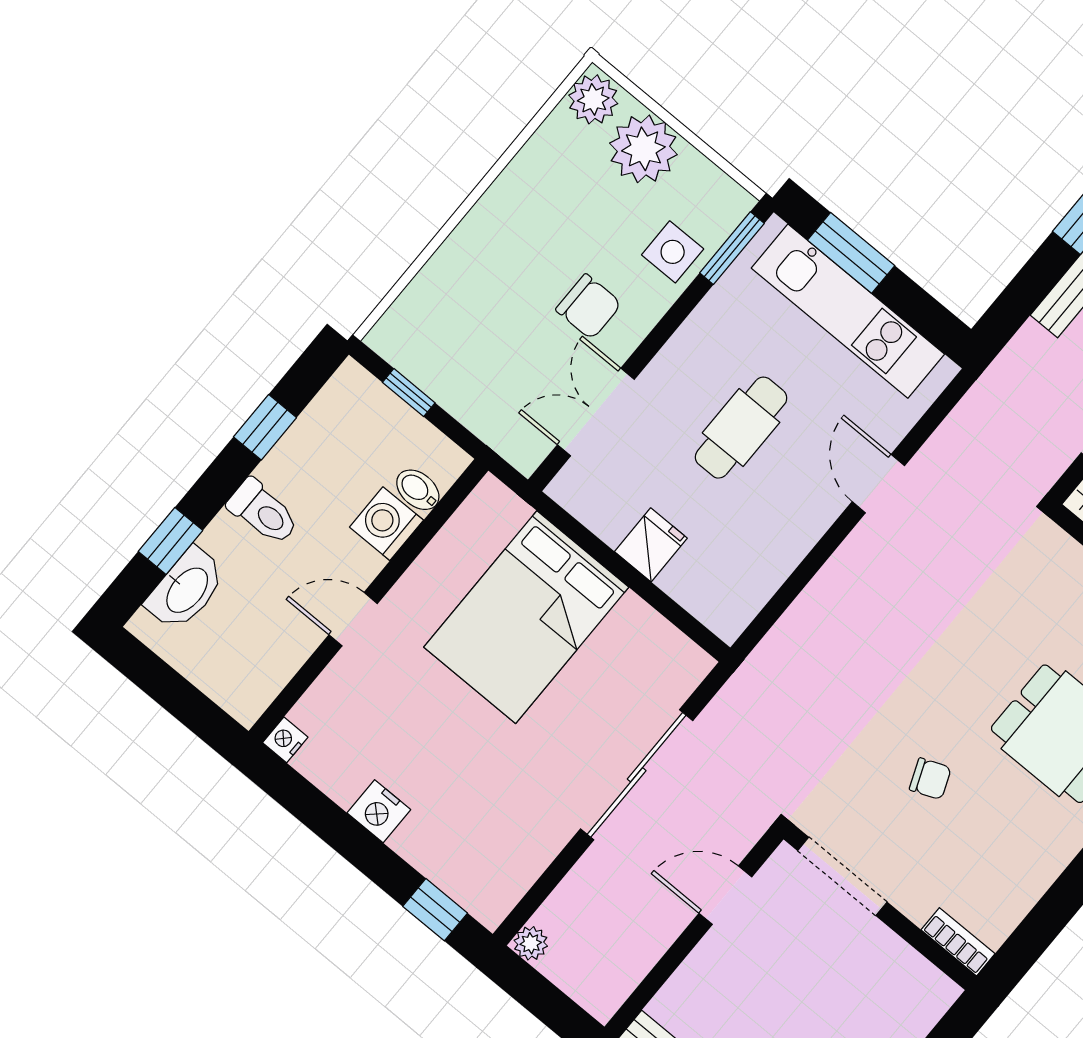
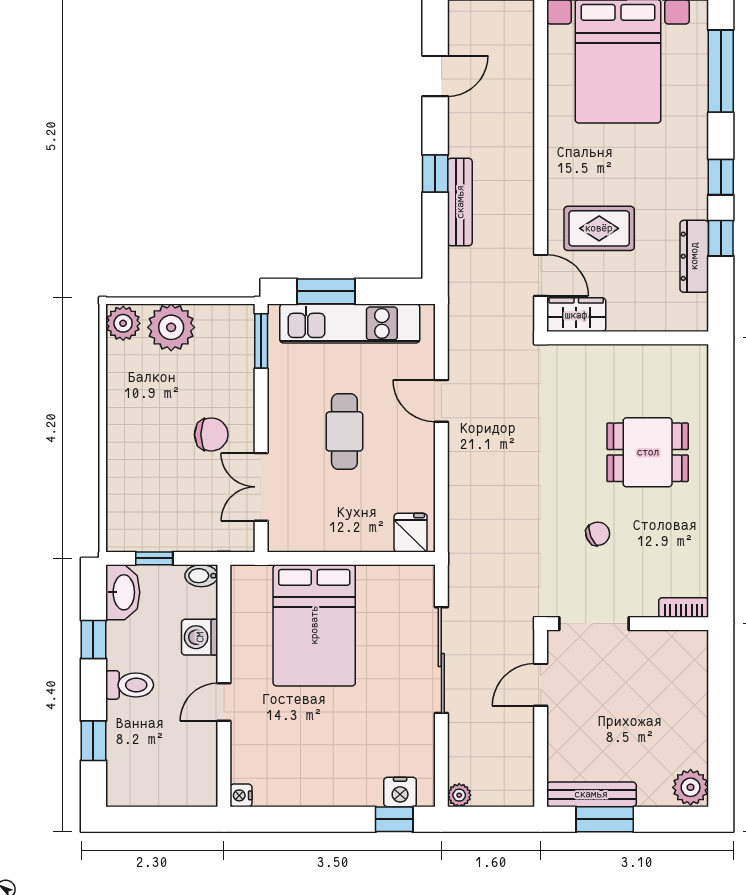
side table: (673, 252) -> (232, 369), removed
bidet: (418, 490) -> (201, 576), moved
fridge: (651, 545) -> (411, 533), moved
washbasin: (186, 589) -> (123, 592), moved
nightstand: (379, 811) -> (400, 792), moved

